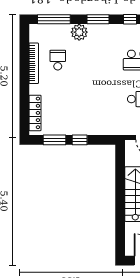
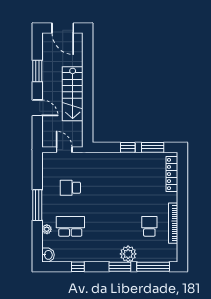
window: (98, 19) -> (120, 267), moved
school desk: (58, 60) -> (149, 226), turned 180

